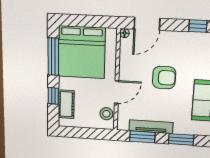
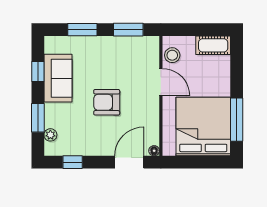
door: (117, 92) -> (161, 82), swing flipped
window: (53, 96) -> (237, 73), removed
cot: (66, 104) -> (213, 45), moved, turned 90
tv unit: (151, 127) -> (119, 43), removed

